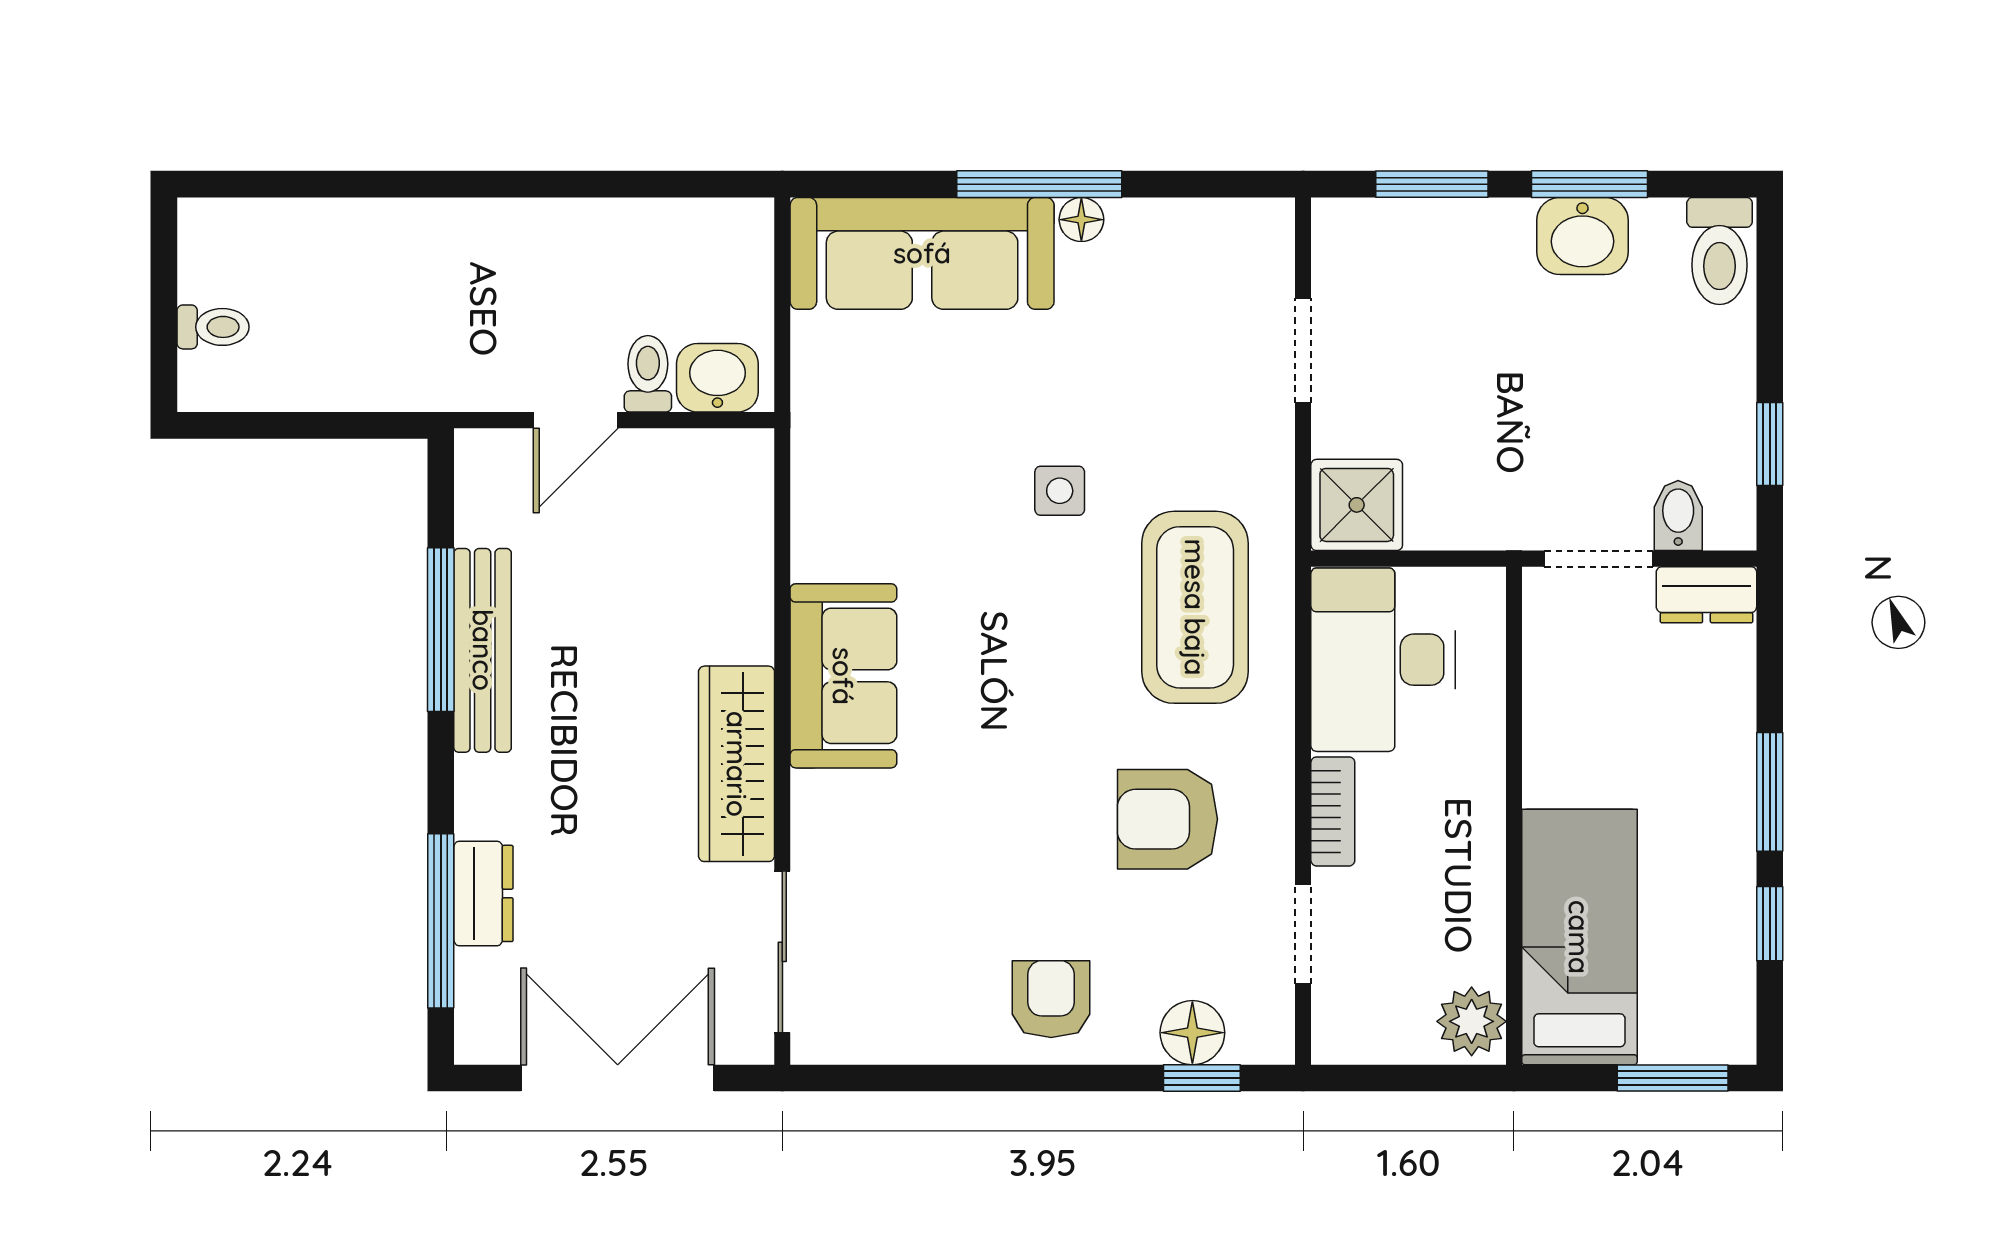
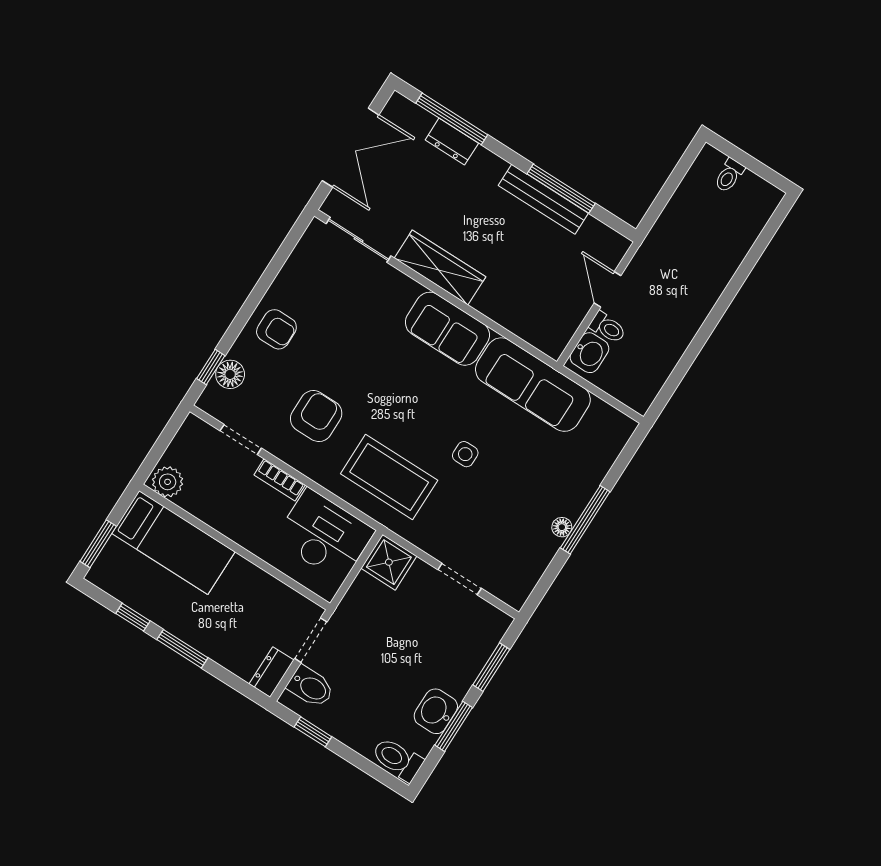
sofa: (922, 253) -> (533, 385), moved, turned -90
bidet: (1678, 516) -> (311, 687), width x1.38, depth x1.36

